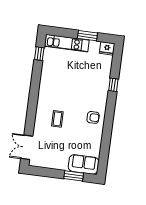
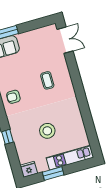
window: (39, 54) -> (92, 136), removed
stool: (76, 75) -> (47, 131), added

